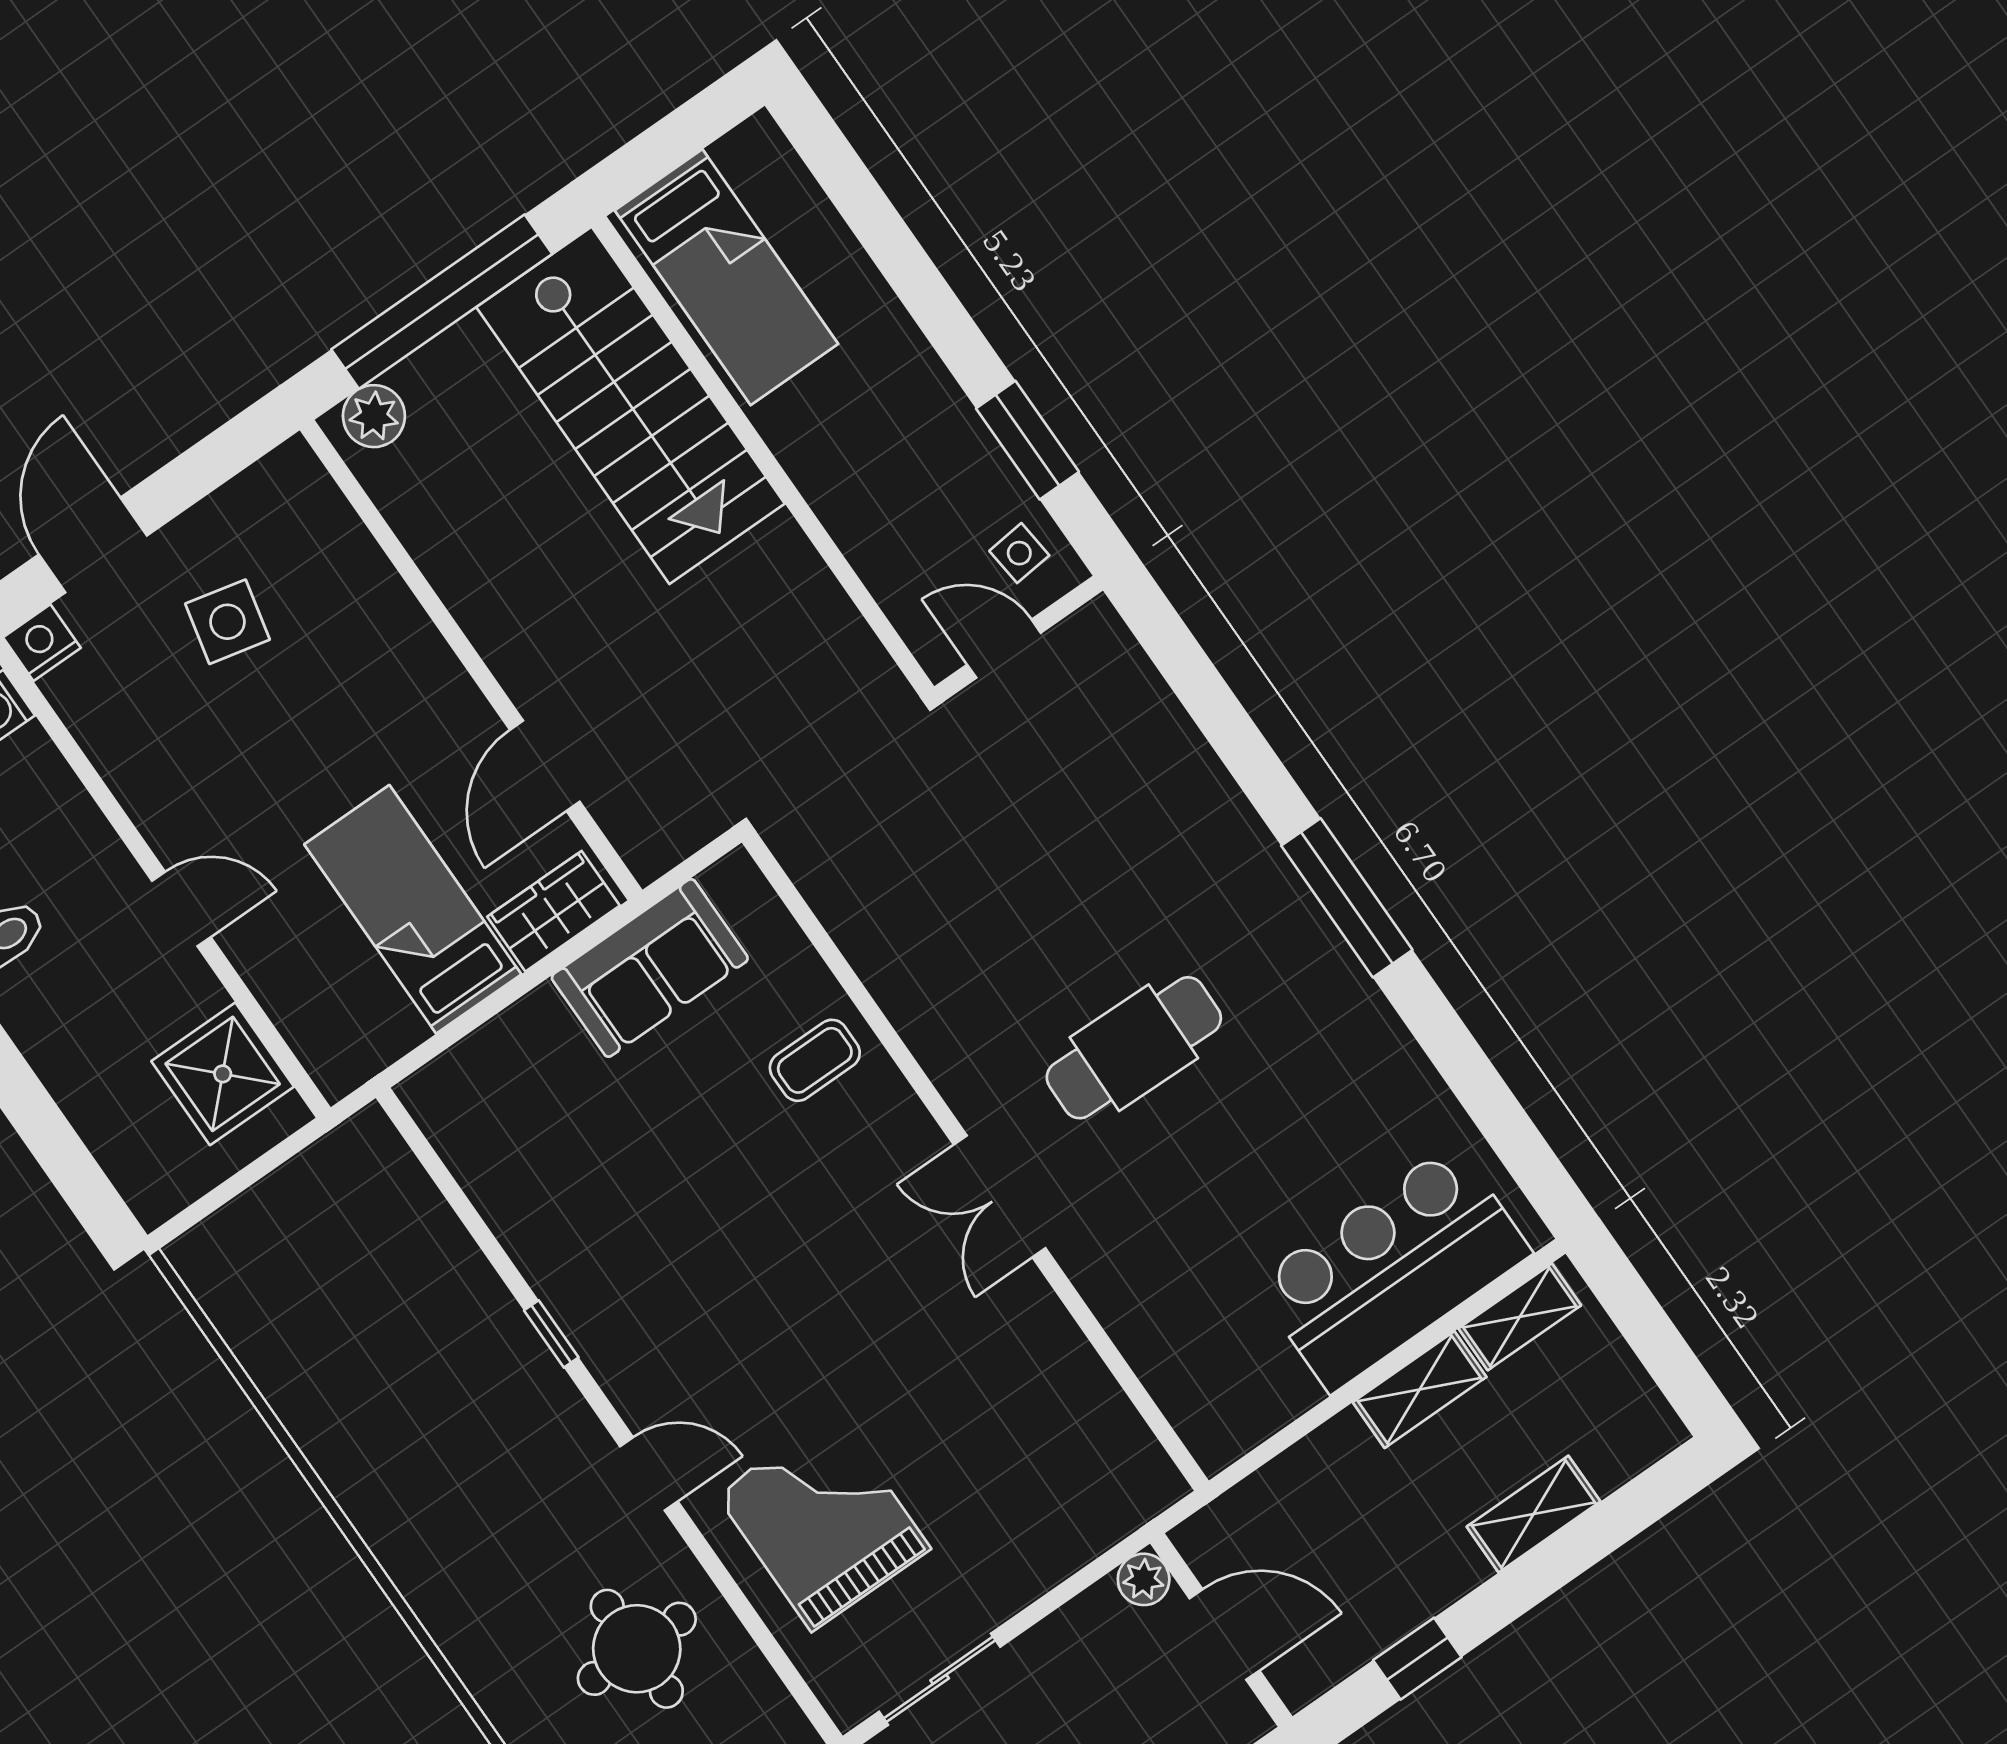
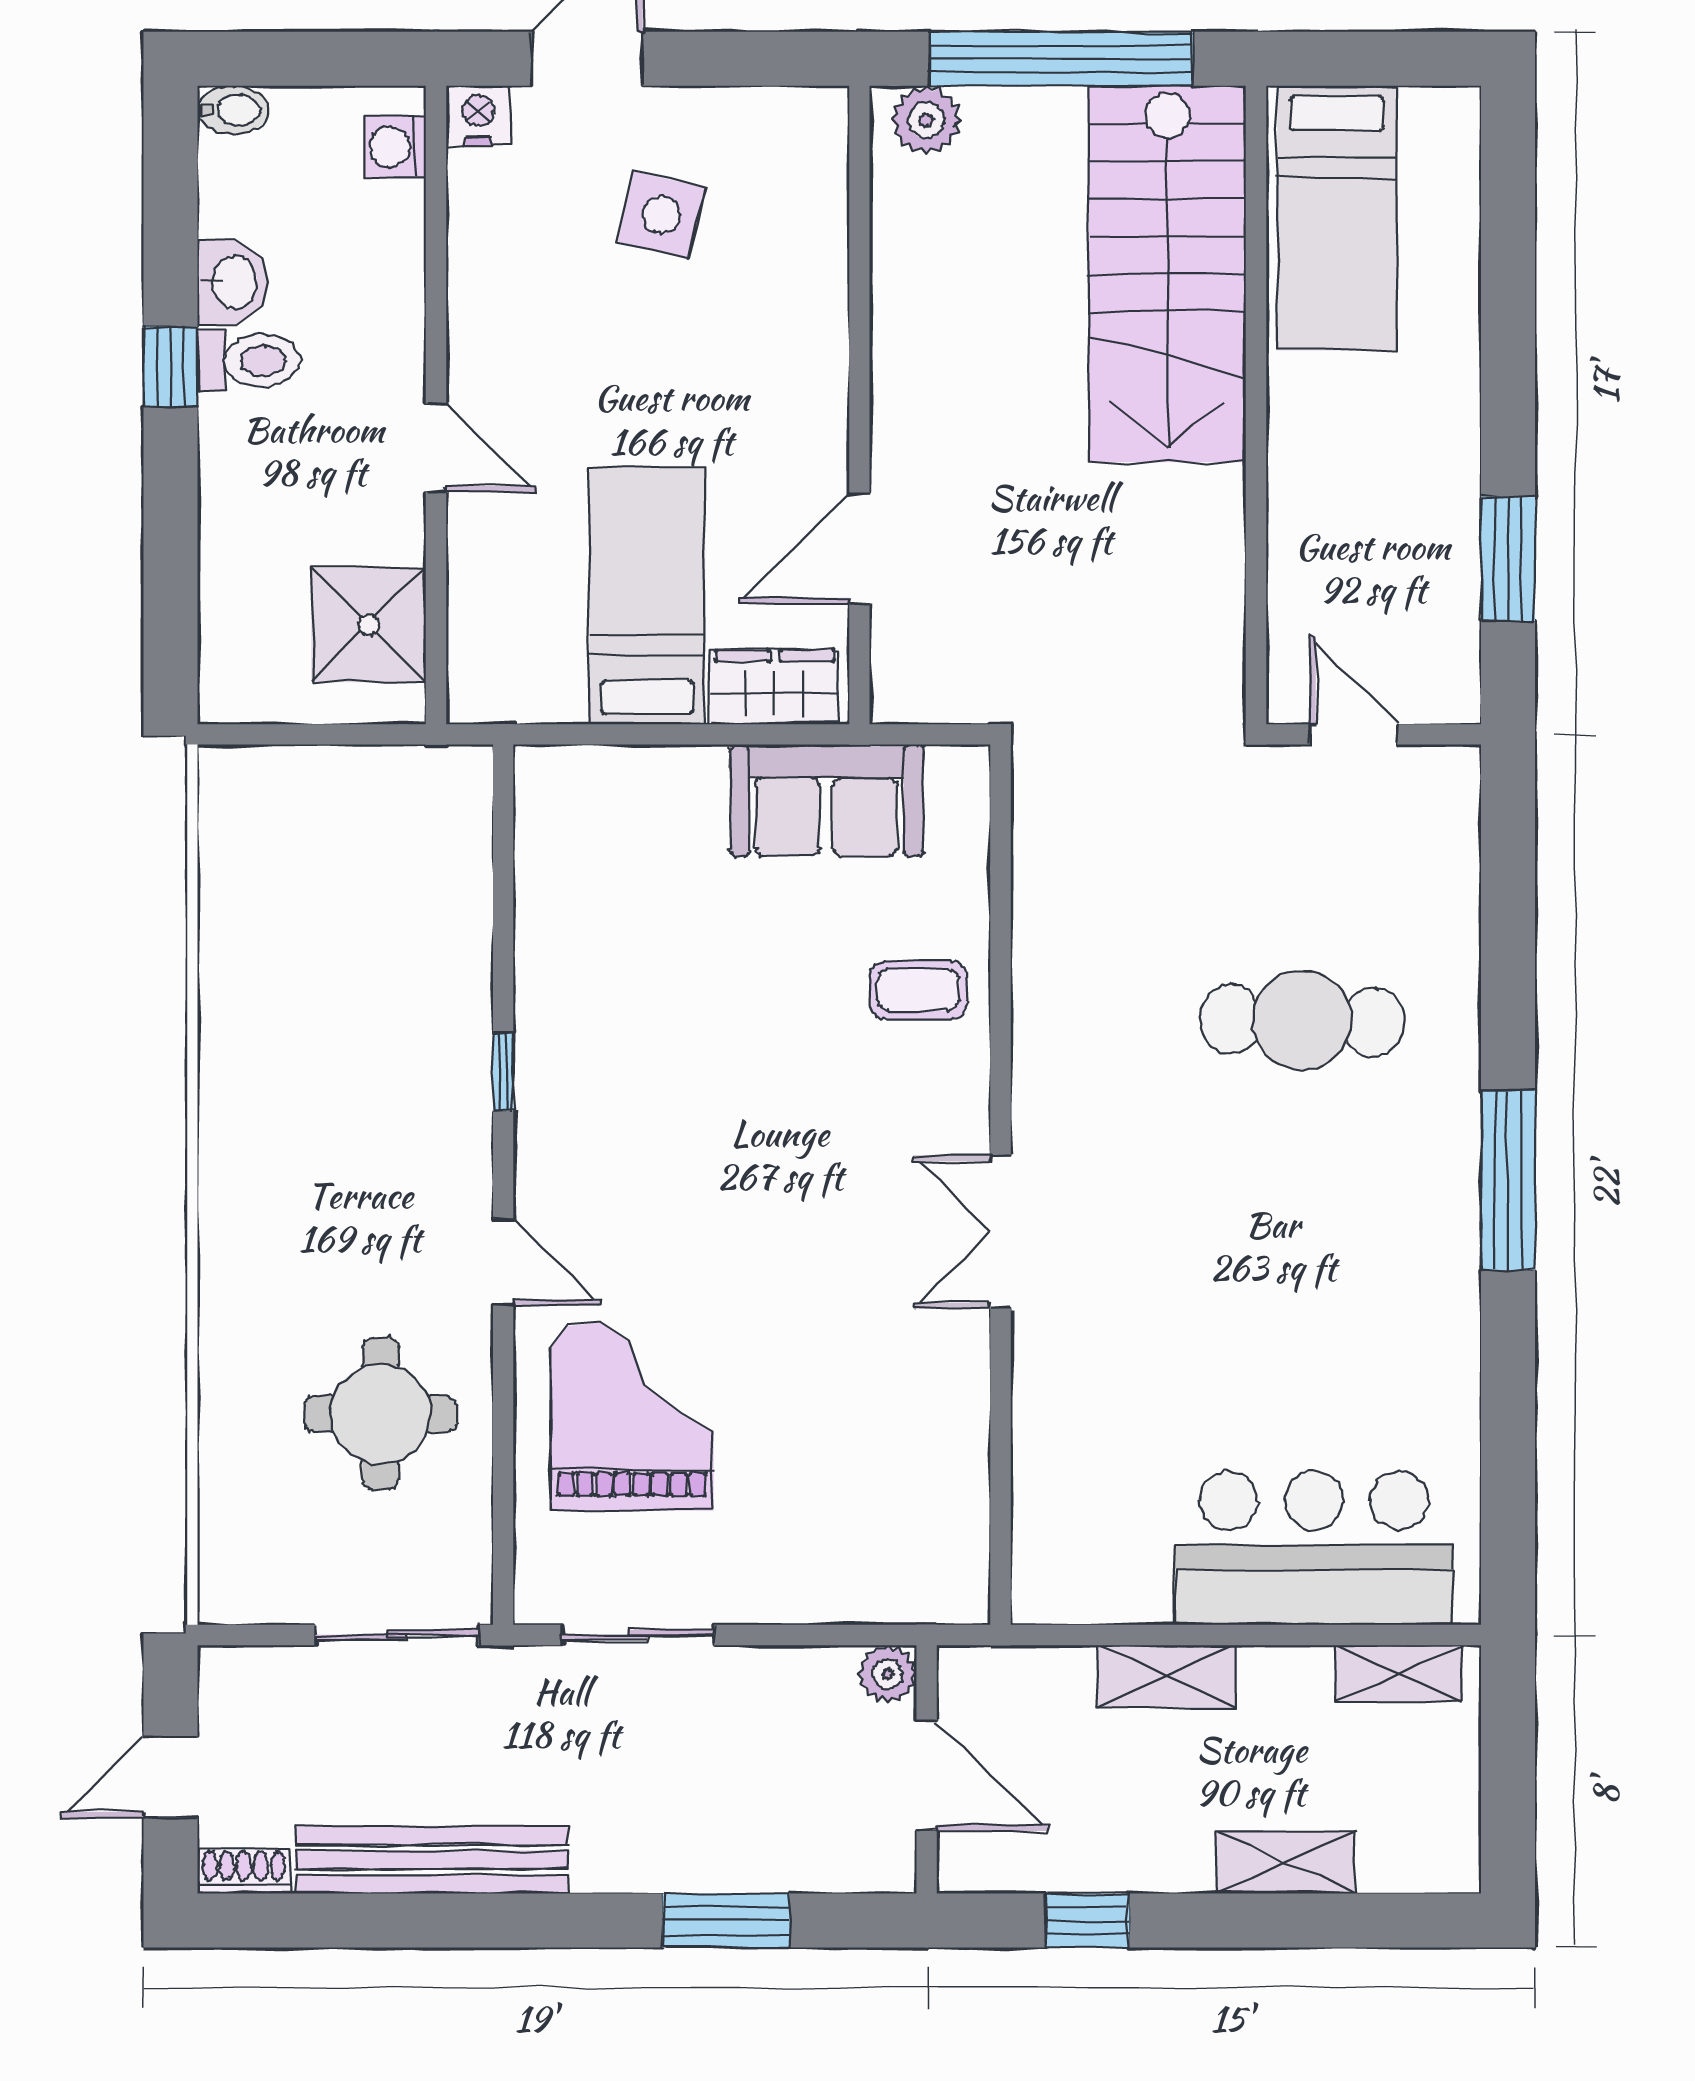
side table: (1019, 553) -> (1428, 657), removed
cafe table: (1134, 1048) -> (1302, 1020), moved
shelving: (1420, 1390) -> (1167, 1676), moved

